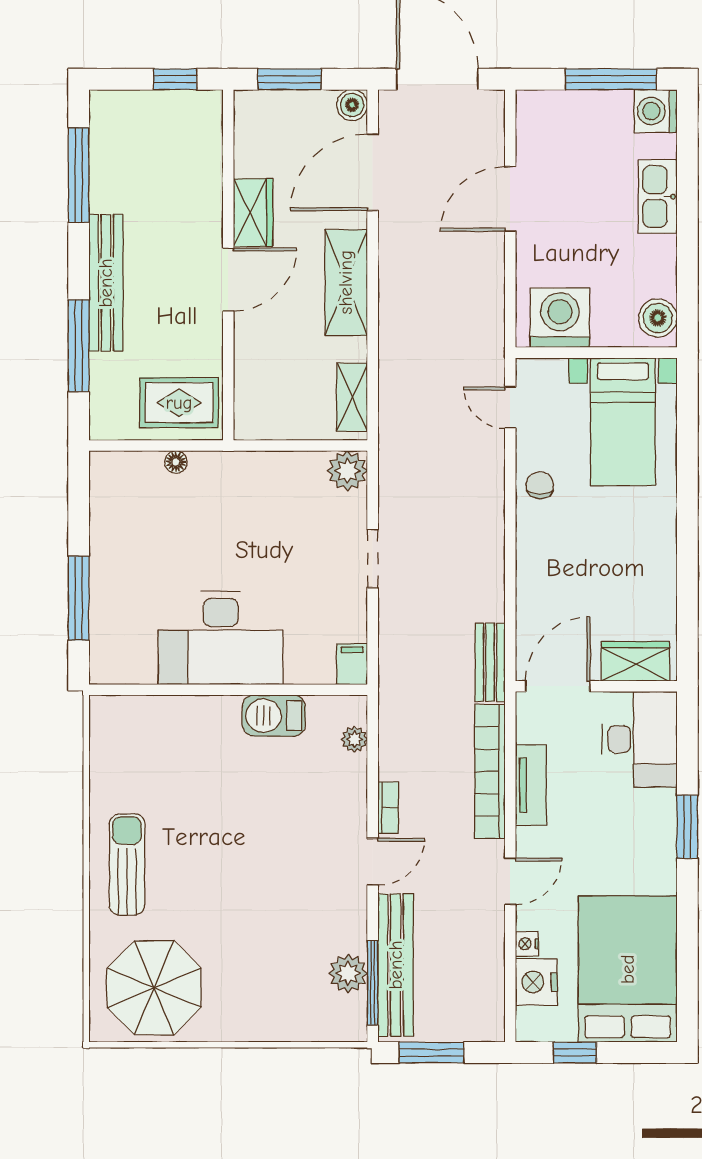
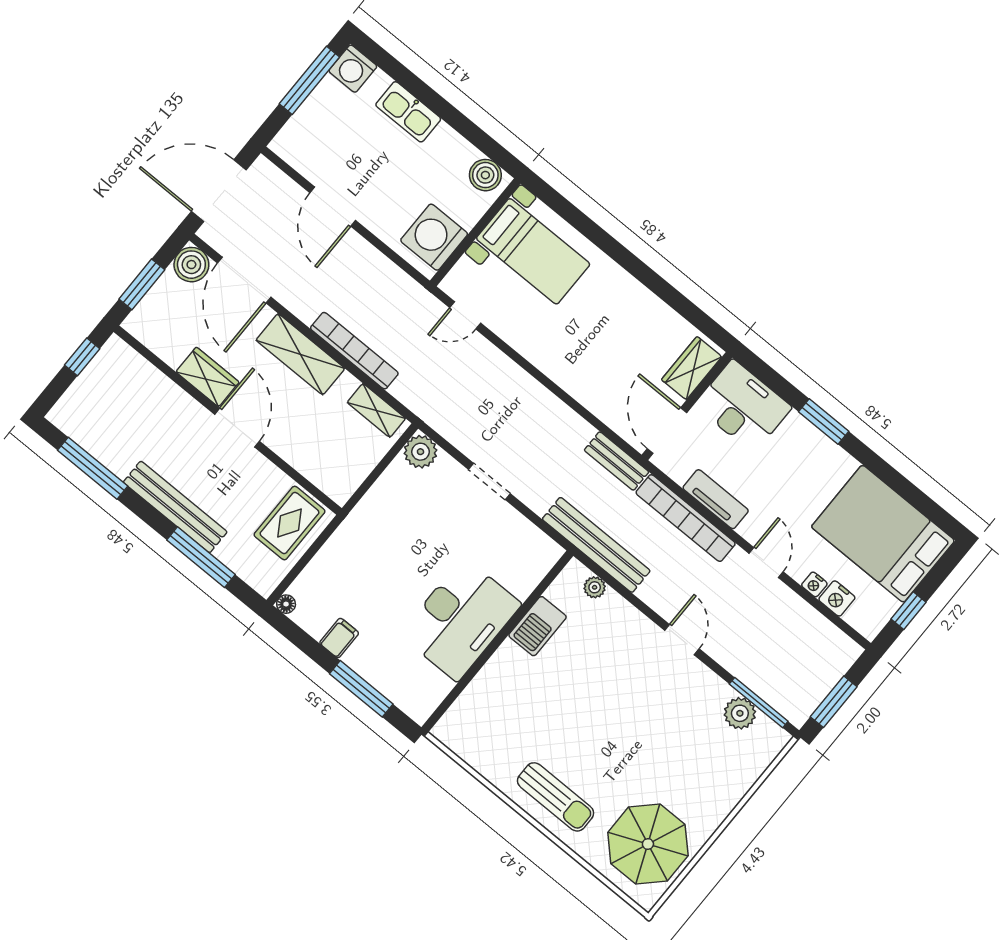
boiler: (352, 105) -> (191, 265), width x1.36, depth x1.36
floor lamp: (176, 462) -> (286, 604), moved
chair: (540, 485) -> (530, 337), removed
filing cabinet: (352, 664) -> (339, 638), moved, turned 90
bookcase: (388, 808) -> (354, 351), moved, width x2.31, depth x1.31
sun lounger: (127, 865) -> (556, 797), turned 180
bench: (396, 965) -> (596, 545), moved
nightstand: (536, 982) -> (837, 598), width x0.74, depth x0.75

